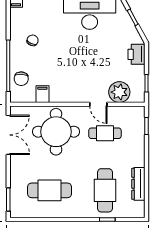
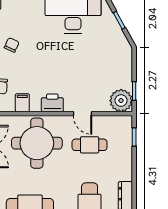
printer: (136, 54) -> (52, 103), moved, turned 90
plant: (119, 92) -> (121, 101), moved

